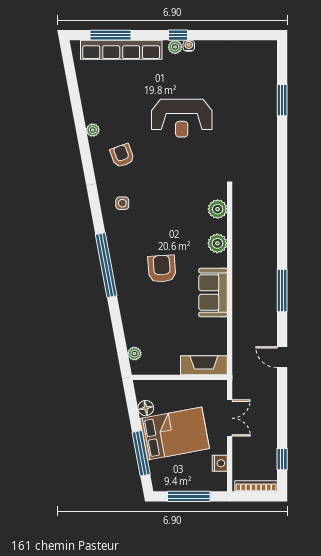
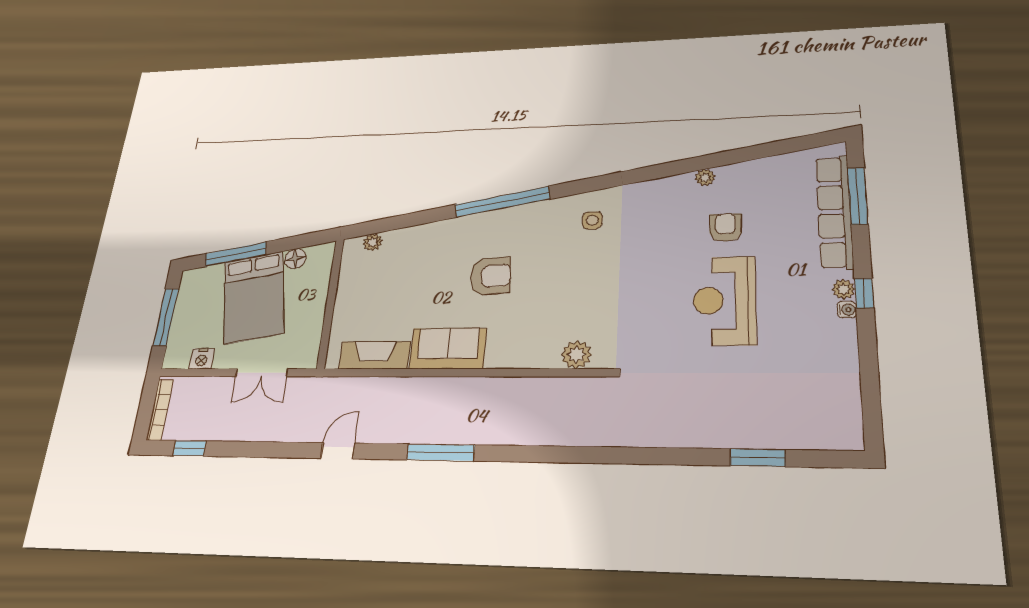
armchair: (122, 156) -> (726, 228), moved, turned -70
plant: (217, 243) -> (523, 355), removed
fireplace: (204, 365) -> (374, 355), moved, turned -90

